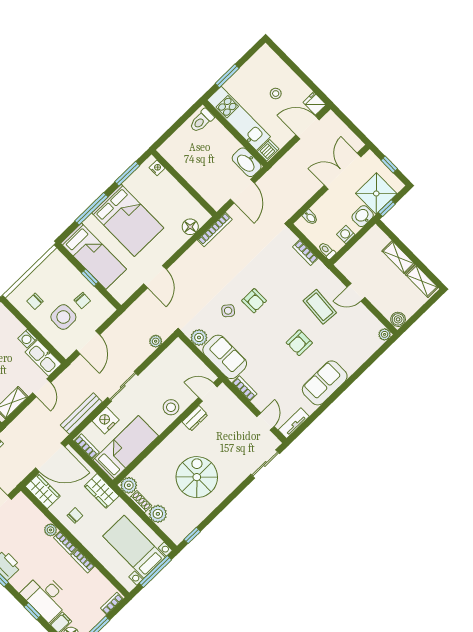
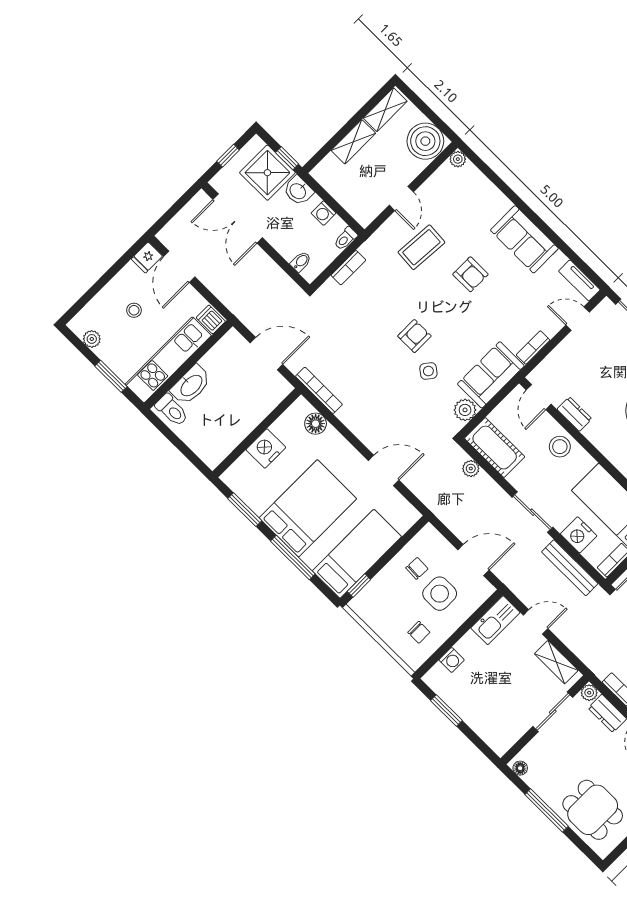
plant: (255, 62) -> (92, 339), added
washbasin: (247, 162) -> (191, 385), moved
nightstand: (157, 168) -> (266, 449), moved, width x1.89, depth x1.79
window: (90, 278) -> (359, 586), moved
boiler: (398, 319) -> (425, 141), width x1.86, depth x1.86
washing machine: (27, 339) -> (452, 660), moved
cot: (171, 359) -> (495, 448), added

